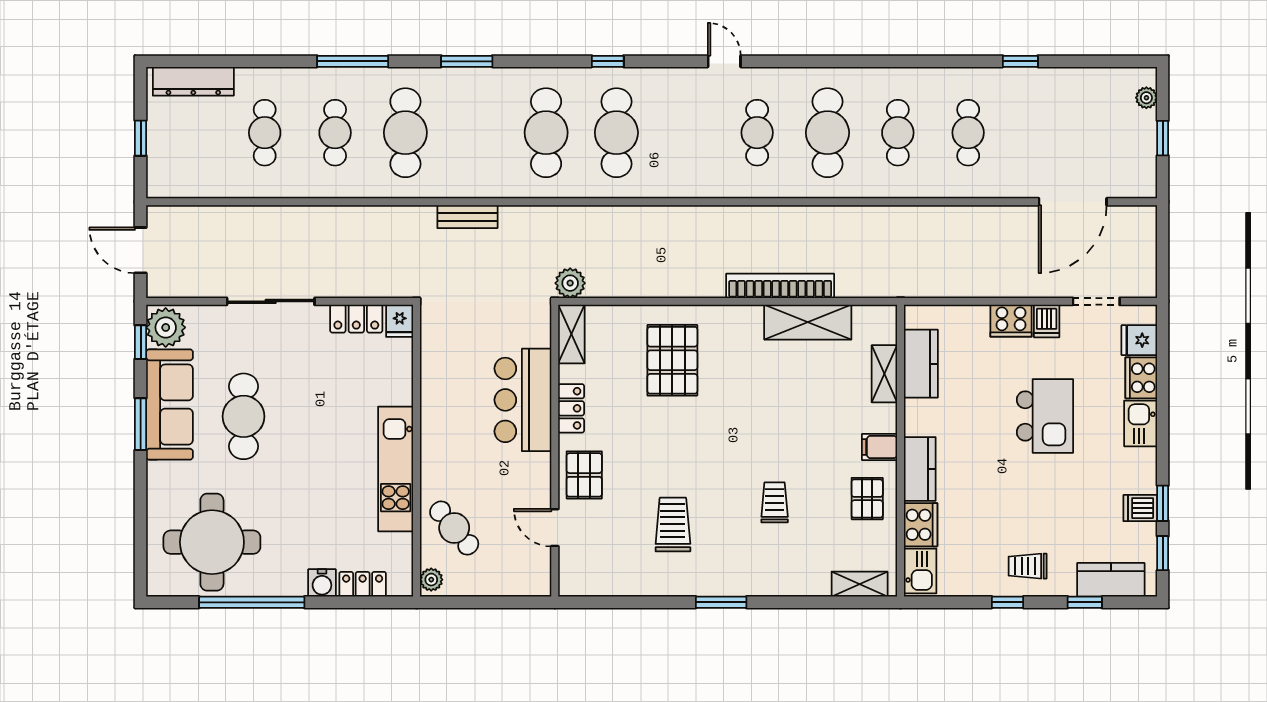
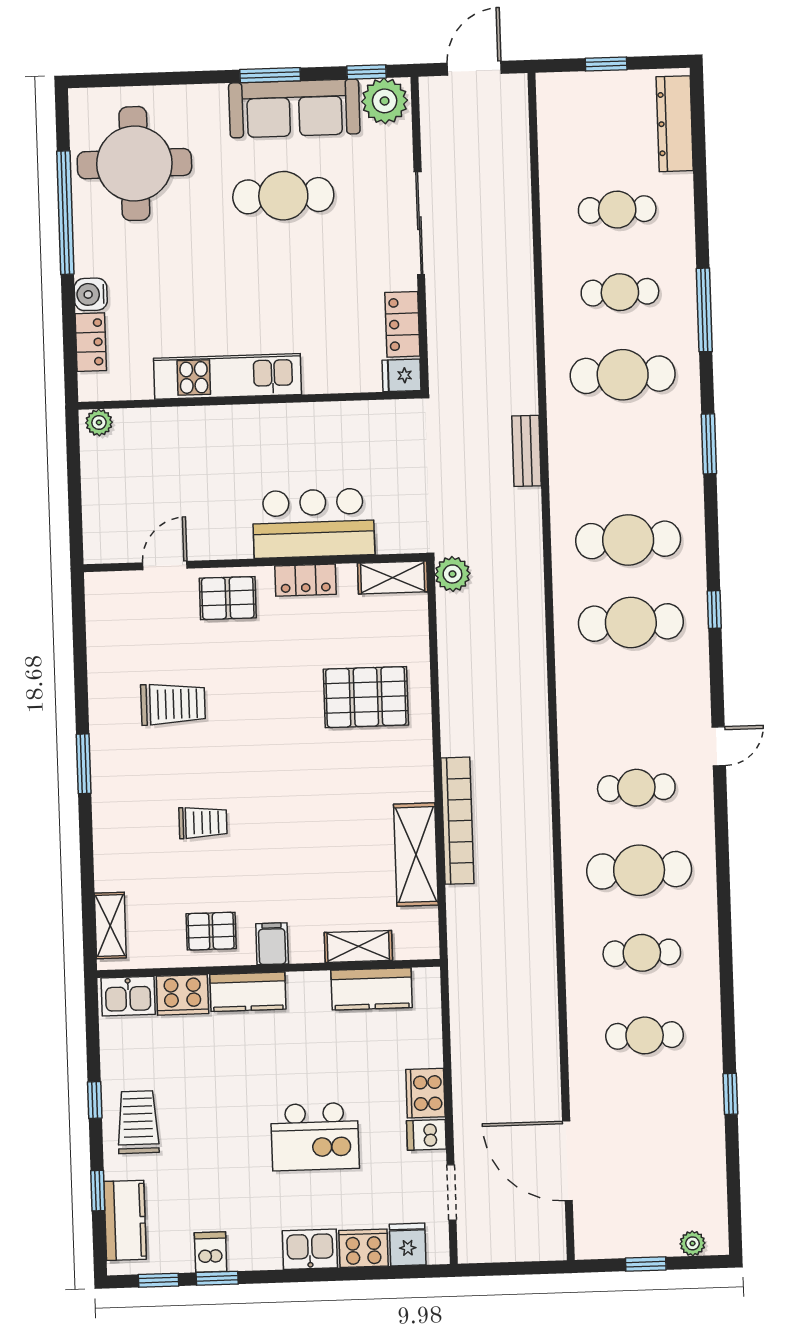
cafe table: (454, 528) -> (160, 447), removed
trolley: (1028, 566) -> (138, 1122), width x1.36, depth x1.39

